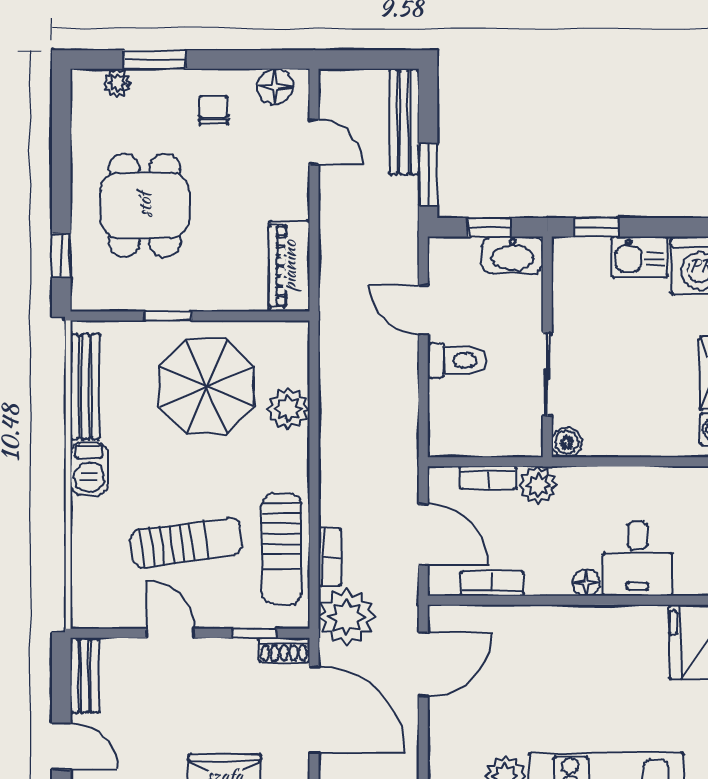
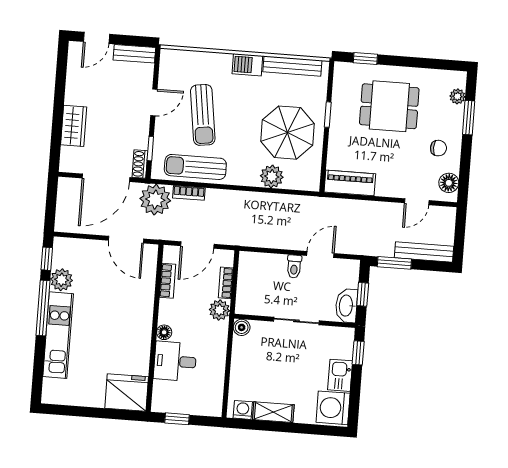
toilet: (457, 360) -> (294, 266), width x0.73, depth x0.72
sliding door: (547, 374) -> (296, 321), moved

